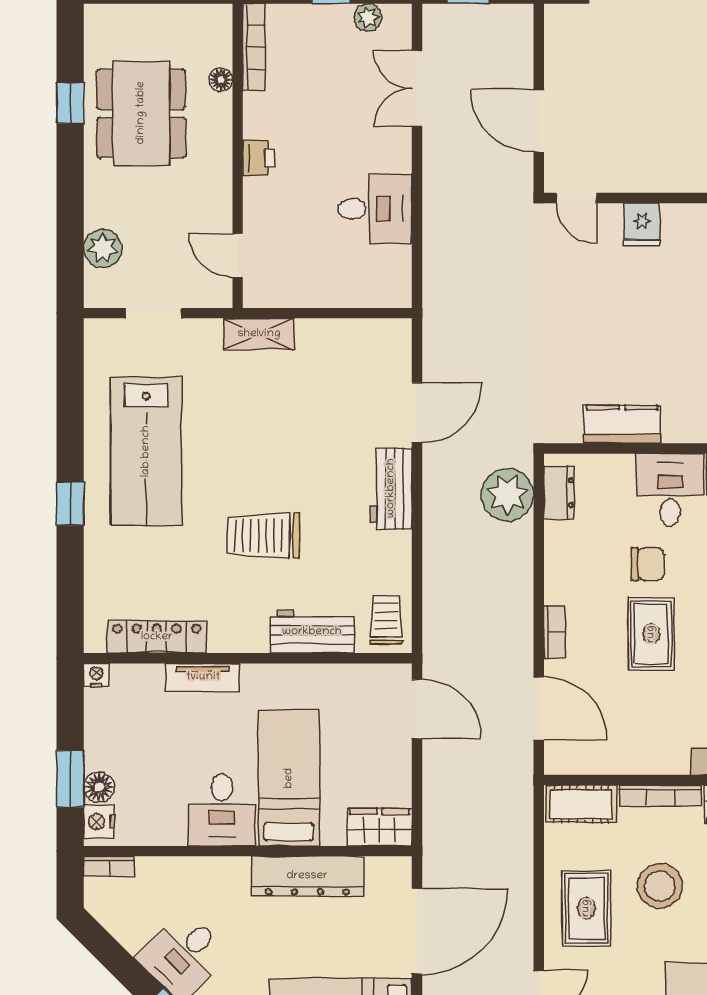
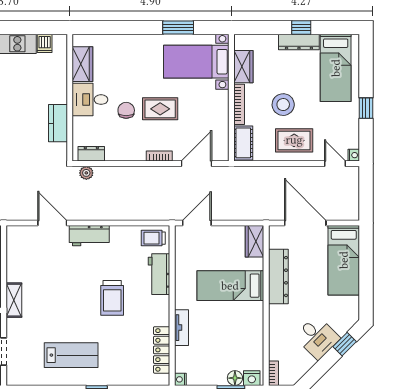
lab bench: (146, 451) -> (71, 355), width x0.73, depth x0.72
plant: (507, 495) -> (86, 173), width x0.53, depth x0.53
desk: (222, 810) -> (246, 318), removed

